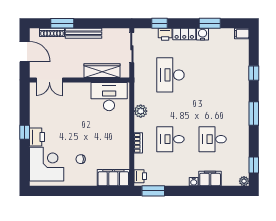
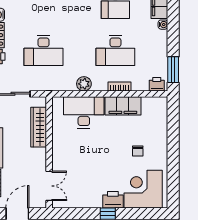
desk: (109, 97) -> (84, 112), moved, turned 90
desk: (170, 139) -> (115, 51), width x1.37
filing cabinet: (113, 178) -> (123, 106), moved, turned -90

